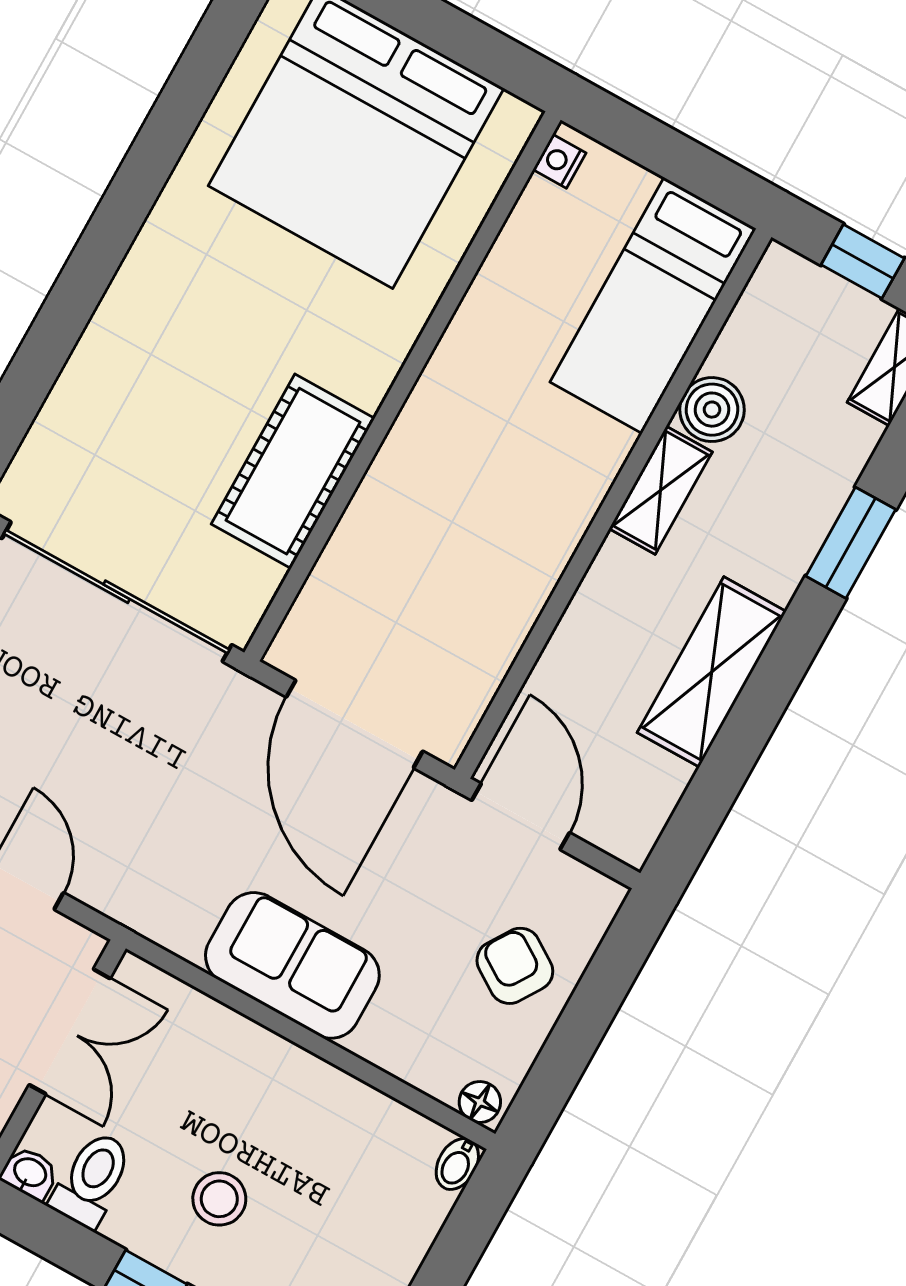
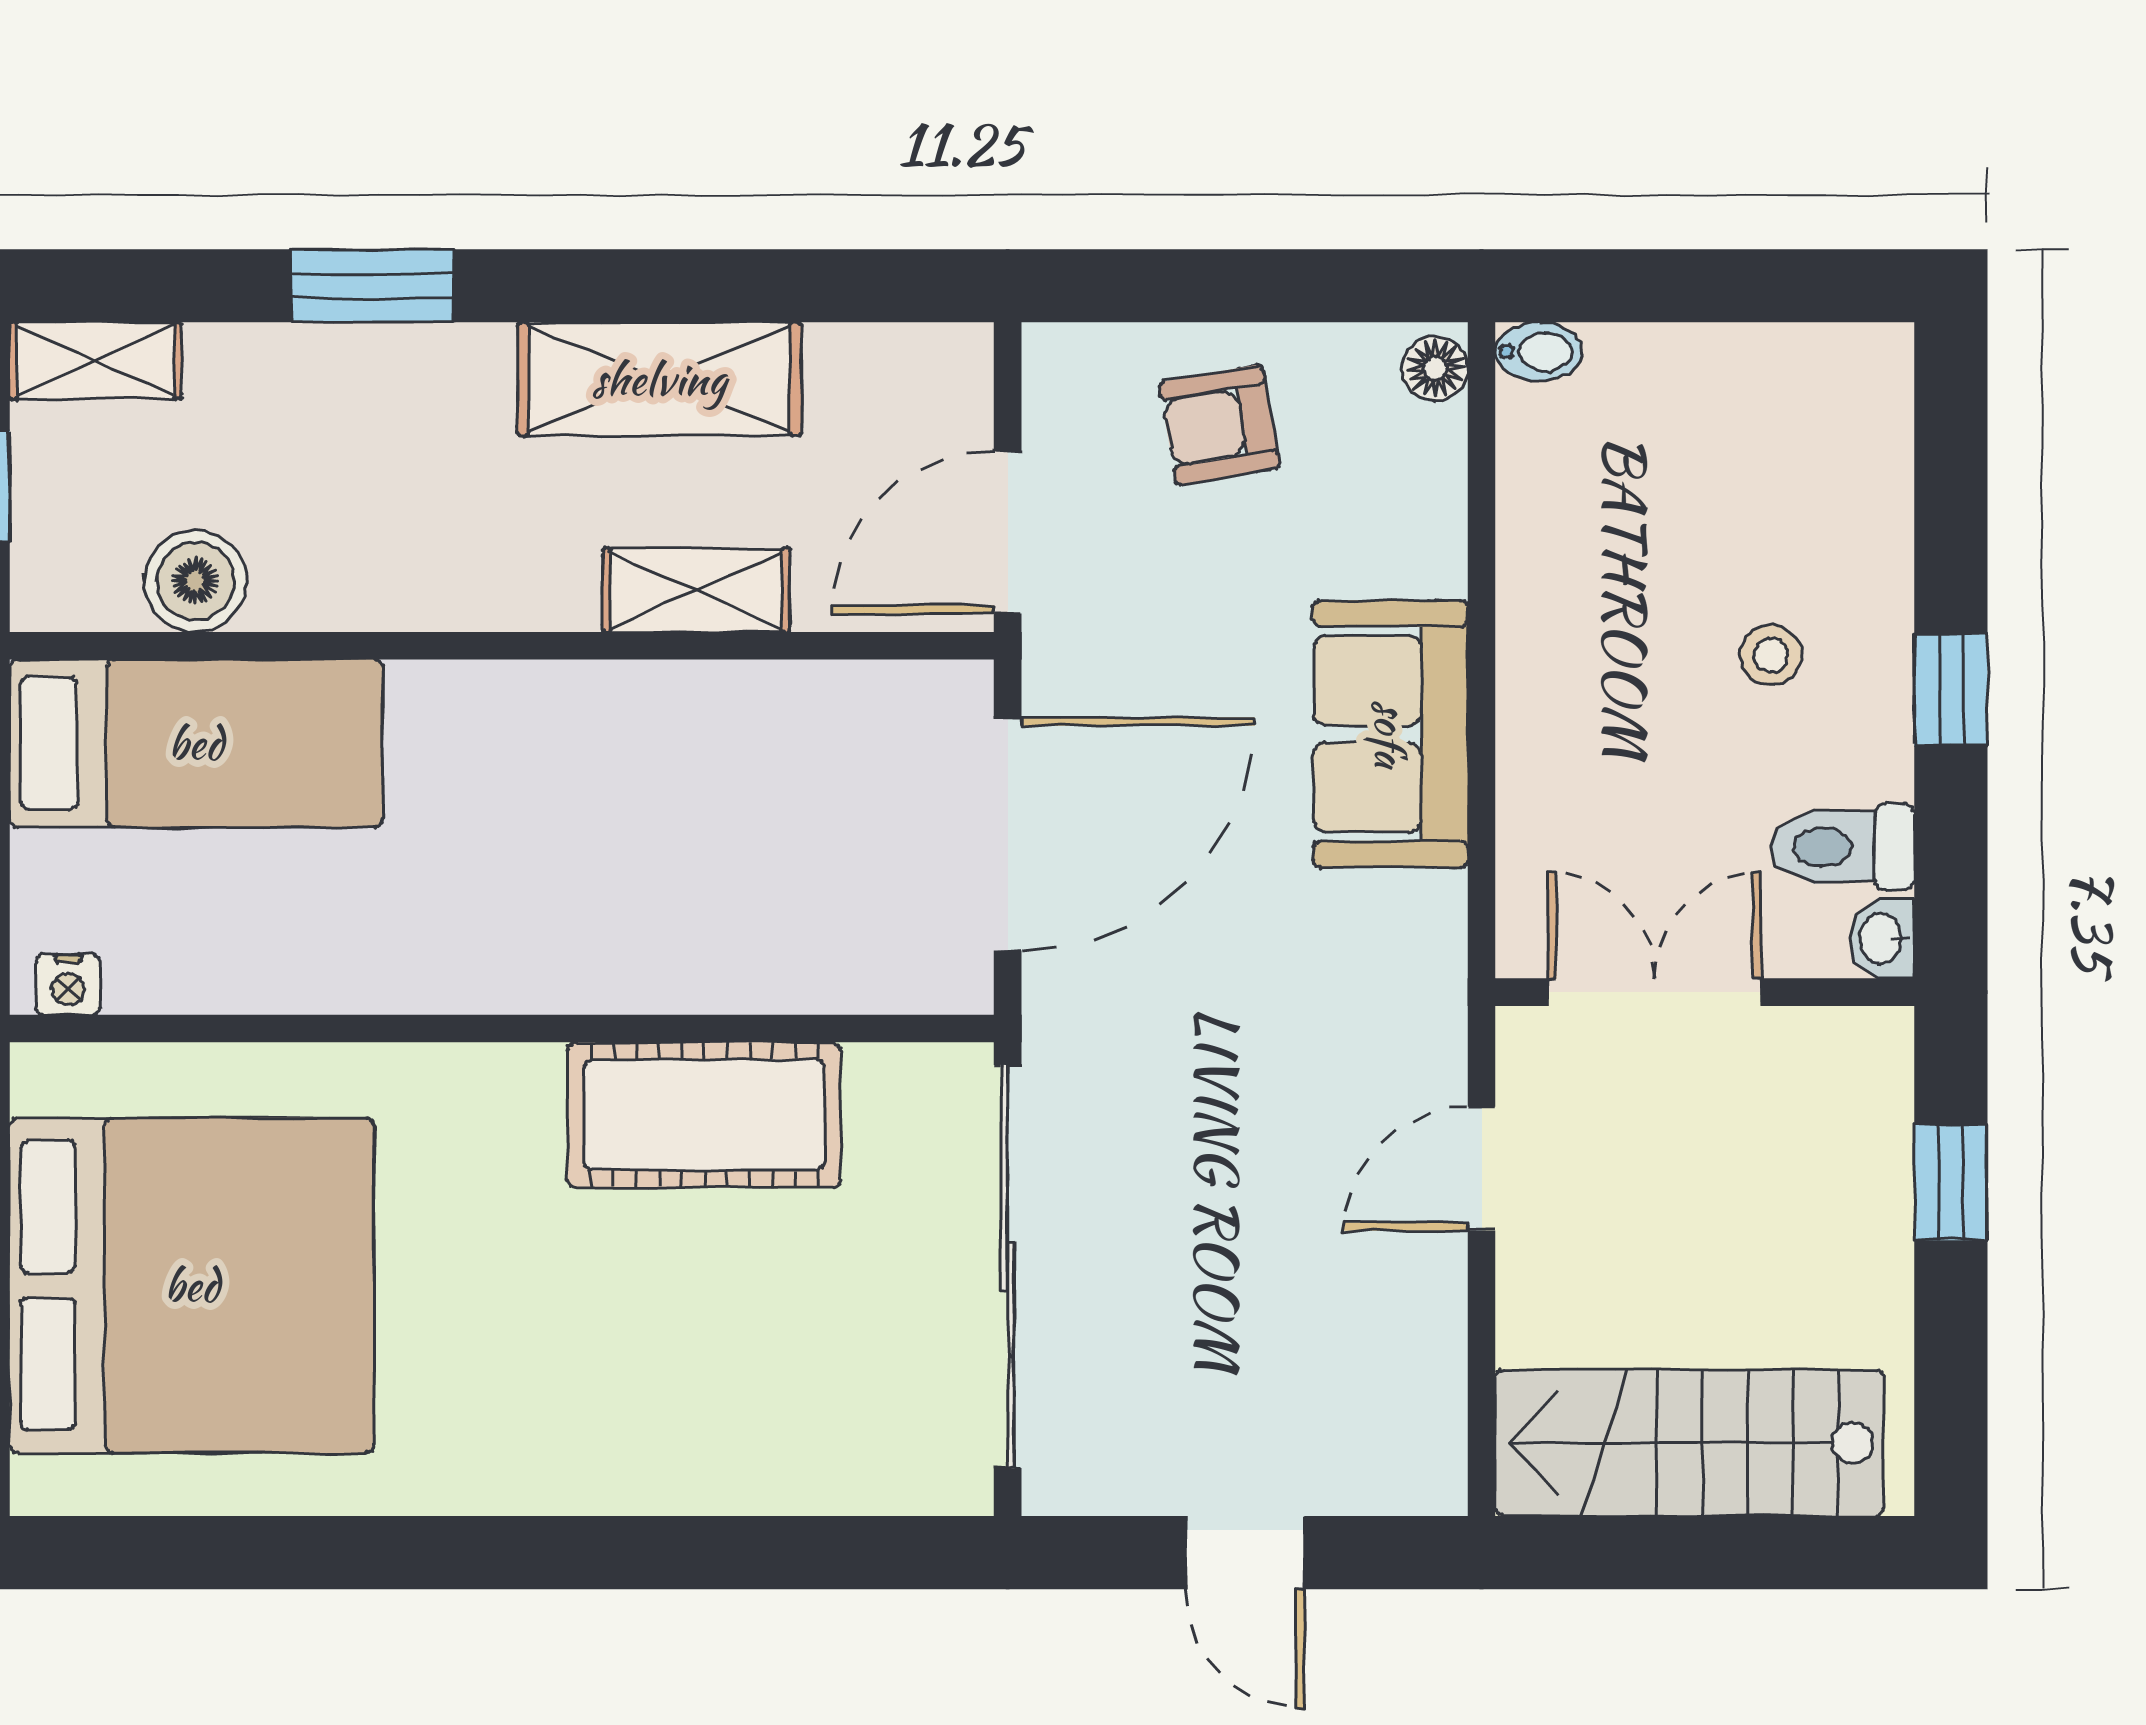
boiler: (712, 410) -> (195, 581), moved
shelving: (661, 490) -> (696, 590), moved
armchair: (515, 966) -> (1219, 425), turned 47
stool: (219, 1199) -> (1771, 655), width x0.73, depth x0.73

